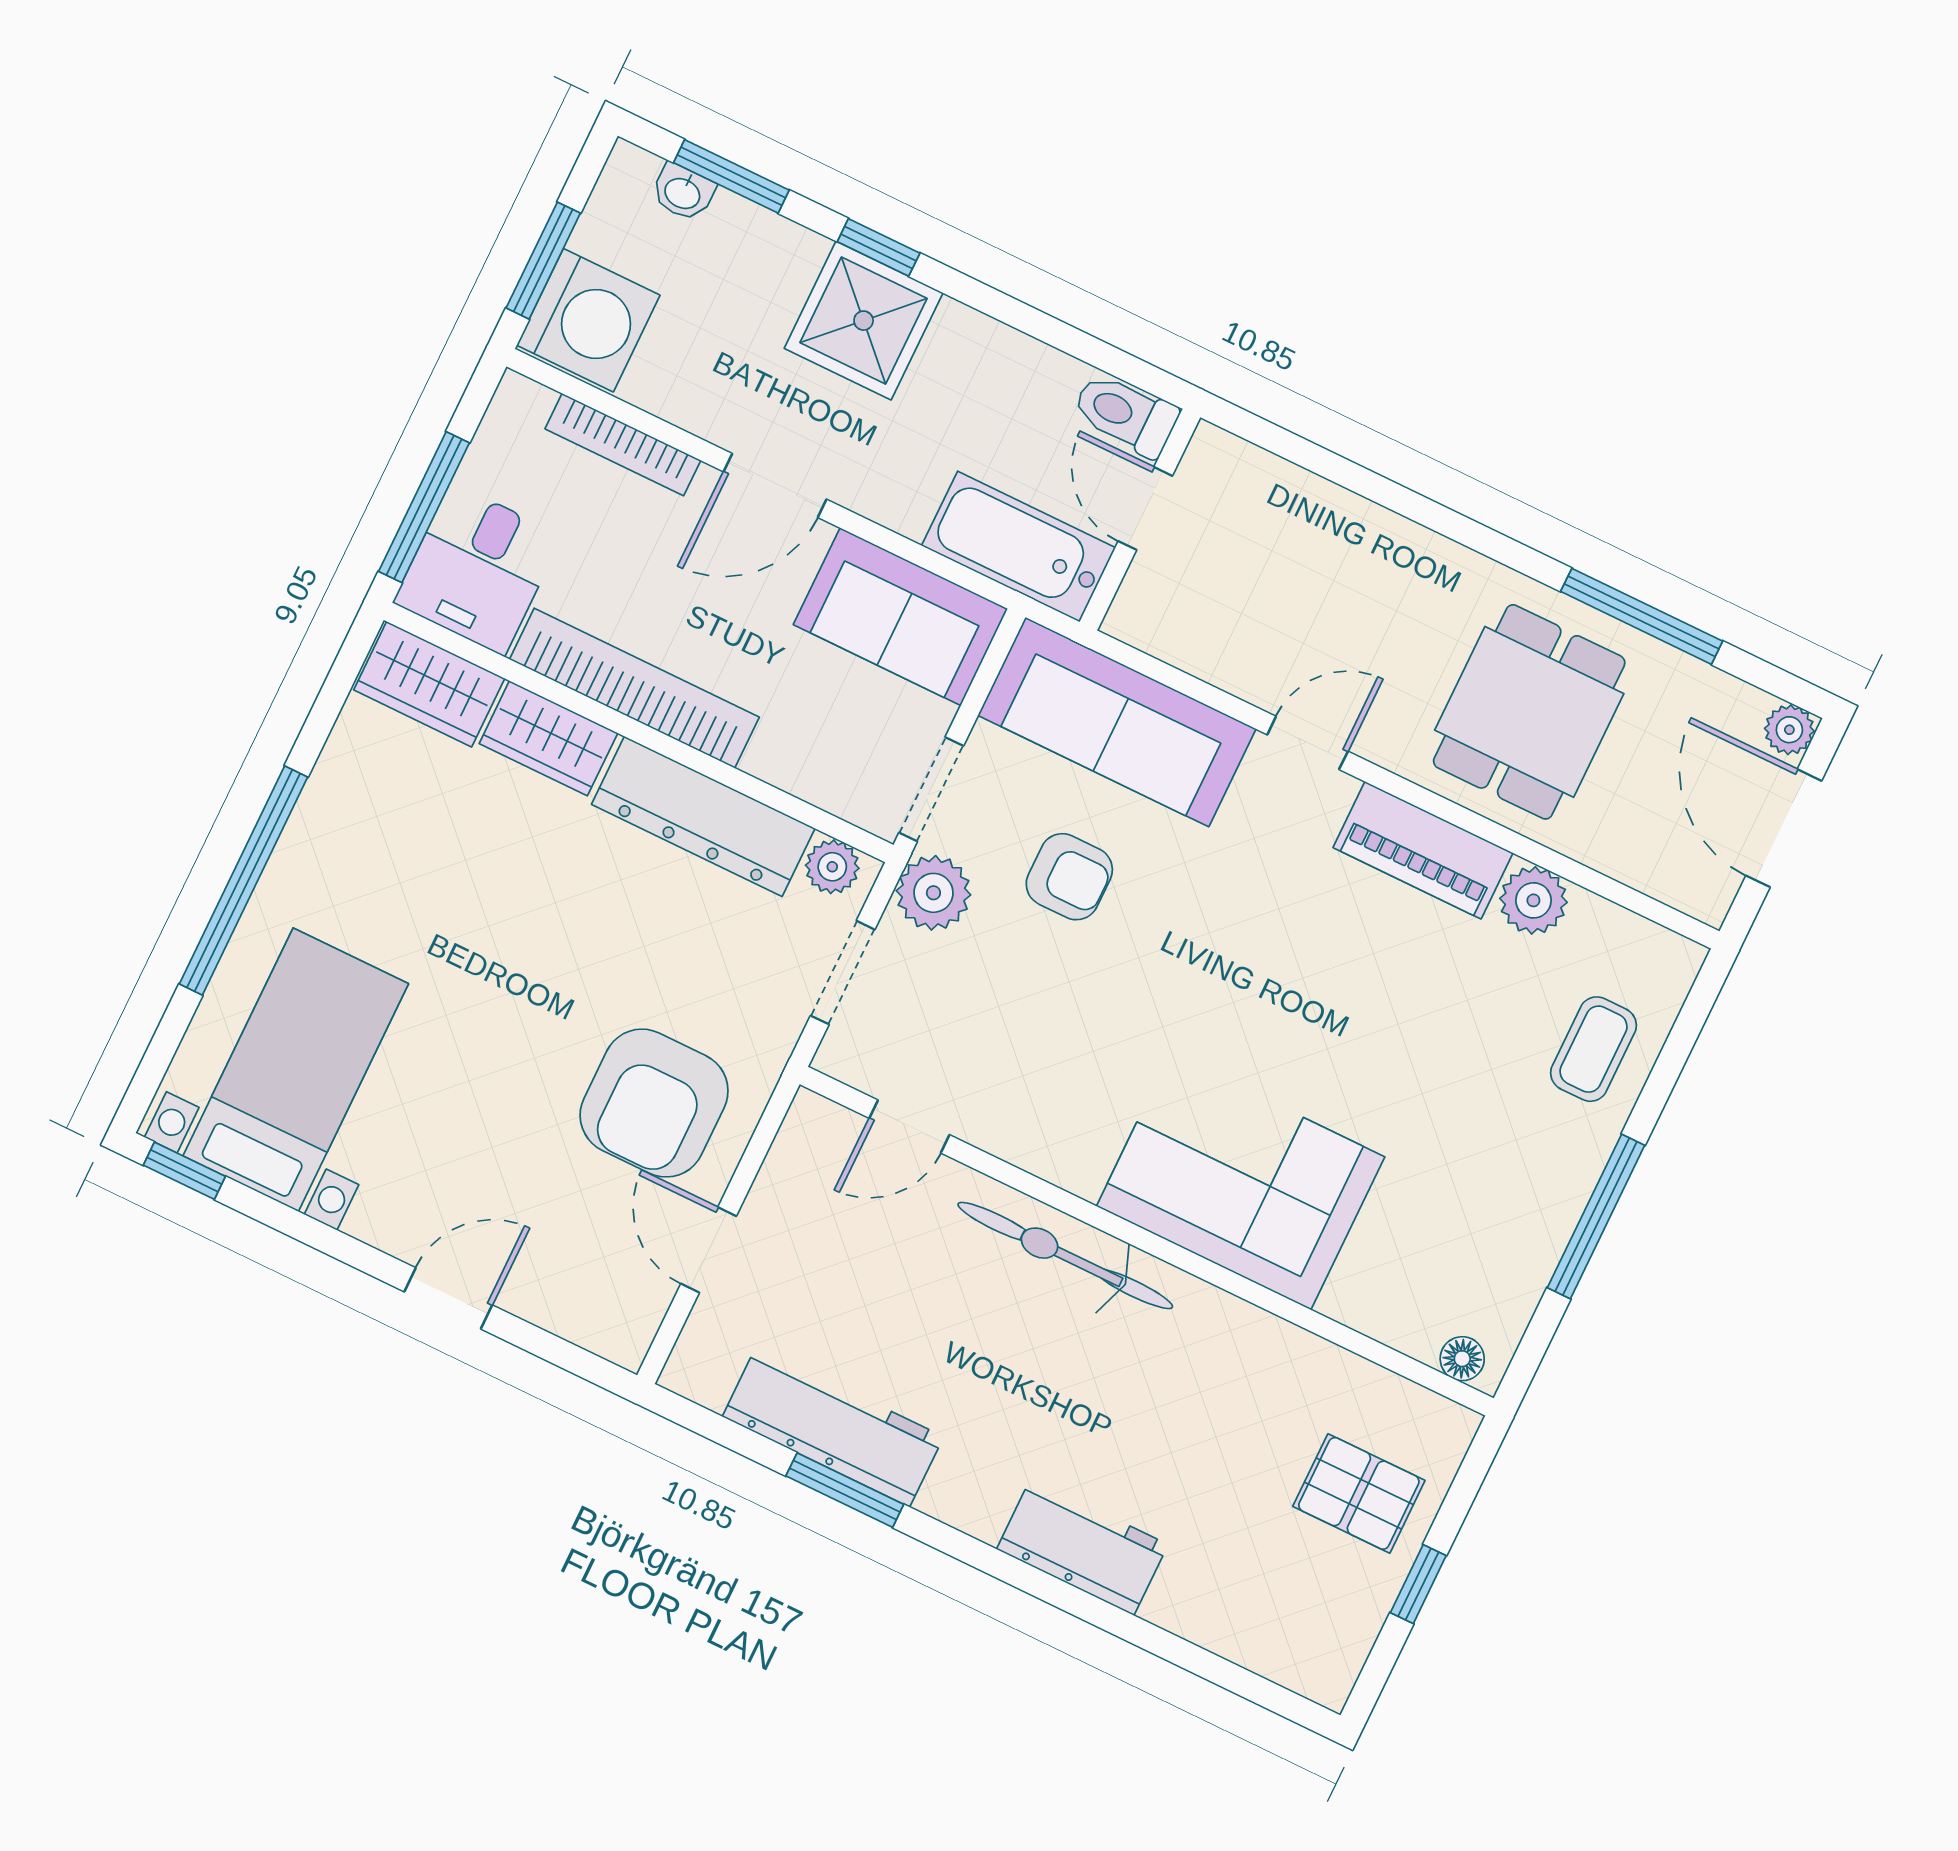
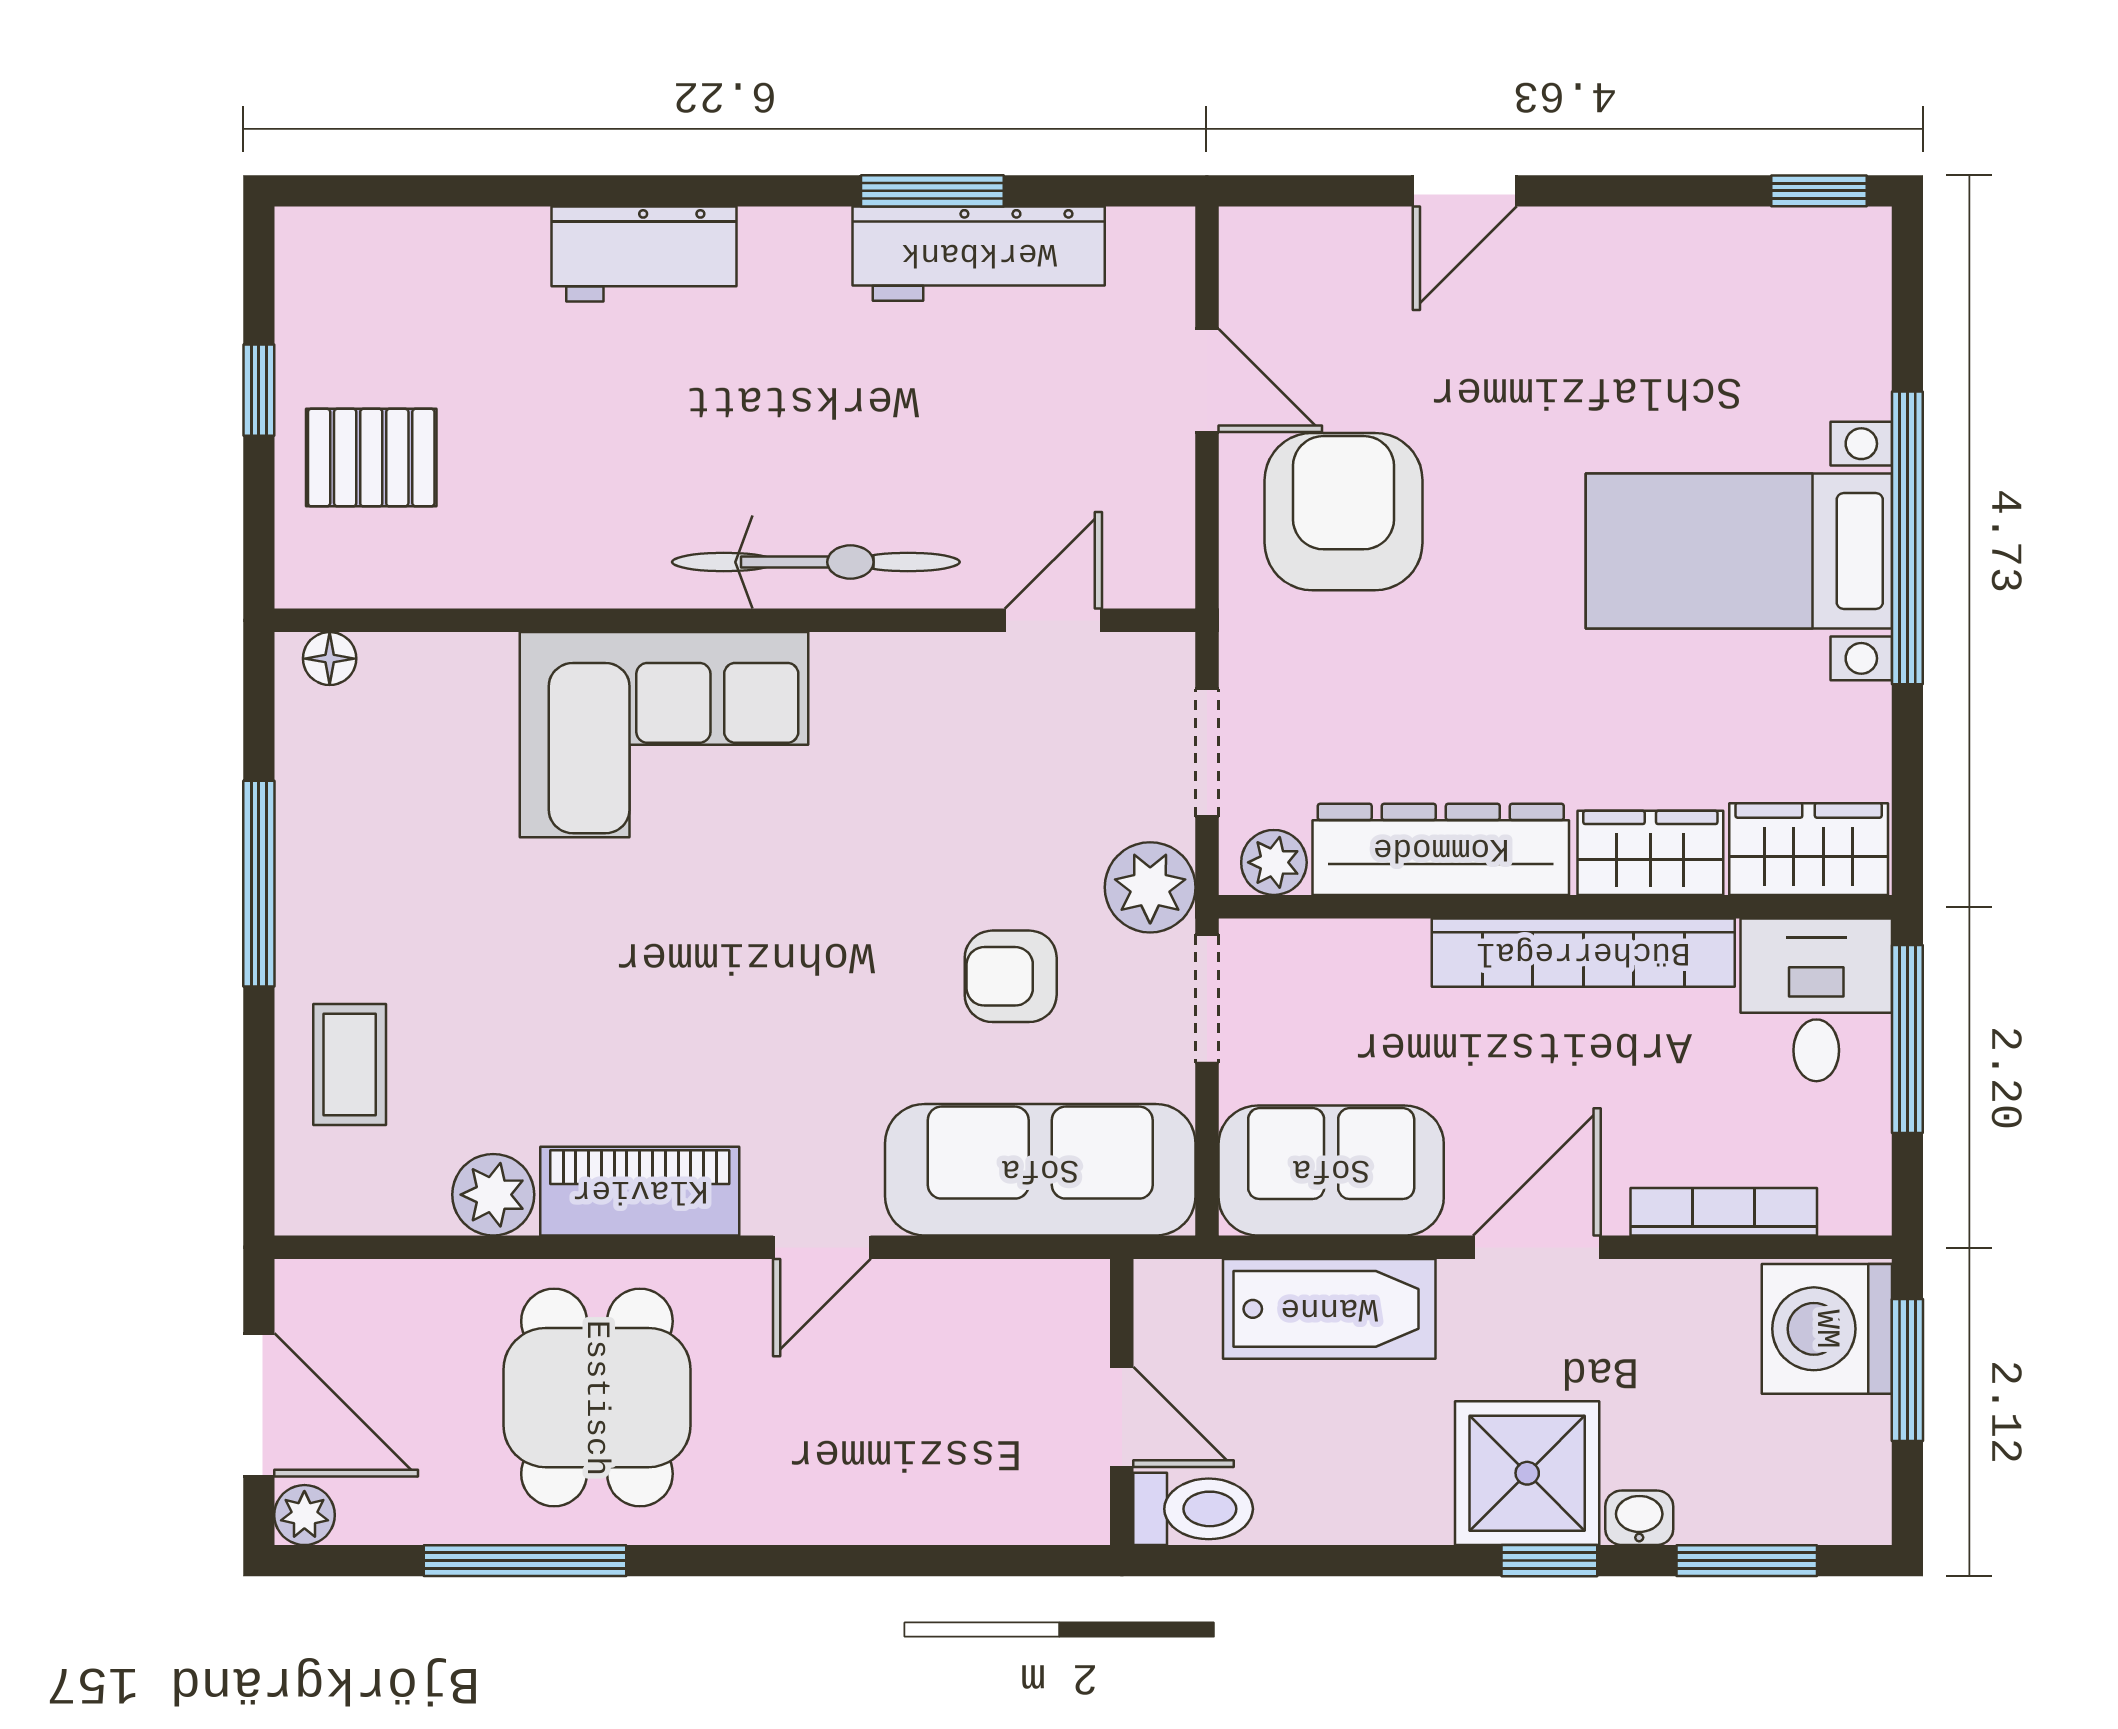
washbasin: (683, 192) -> (1639, 1518), moved
bathtub: (1019, 547) -> (1329, 1309), moved
bed with nightstands: (296, 1070) -> (1739, 551), moved, turned 90

